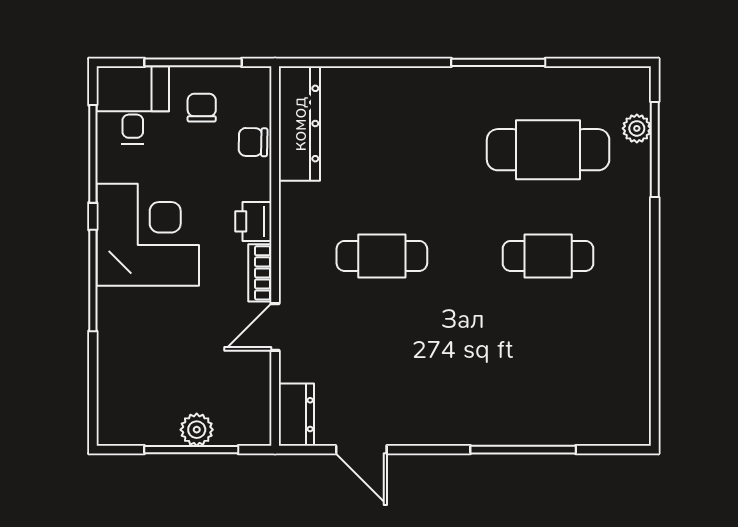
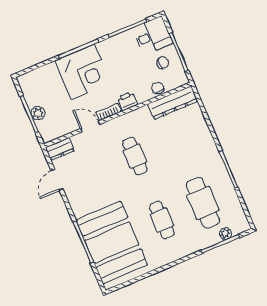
corner desk: (148, 235) -> (83, 72), moved
booth: (551, 387) -> (112, 242), added

